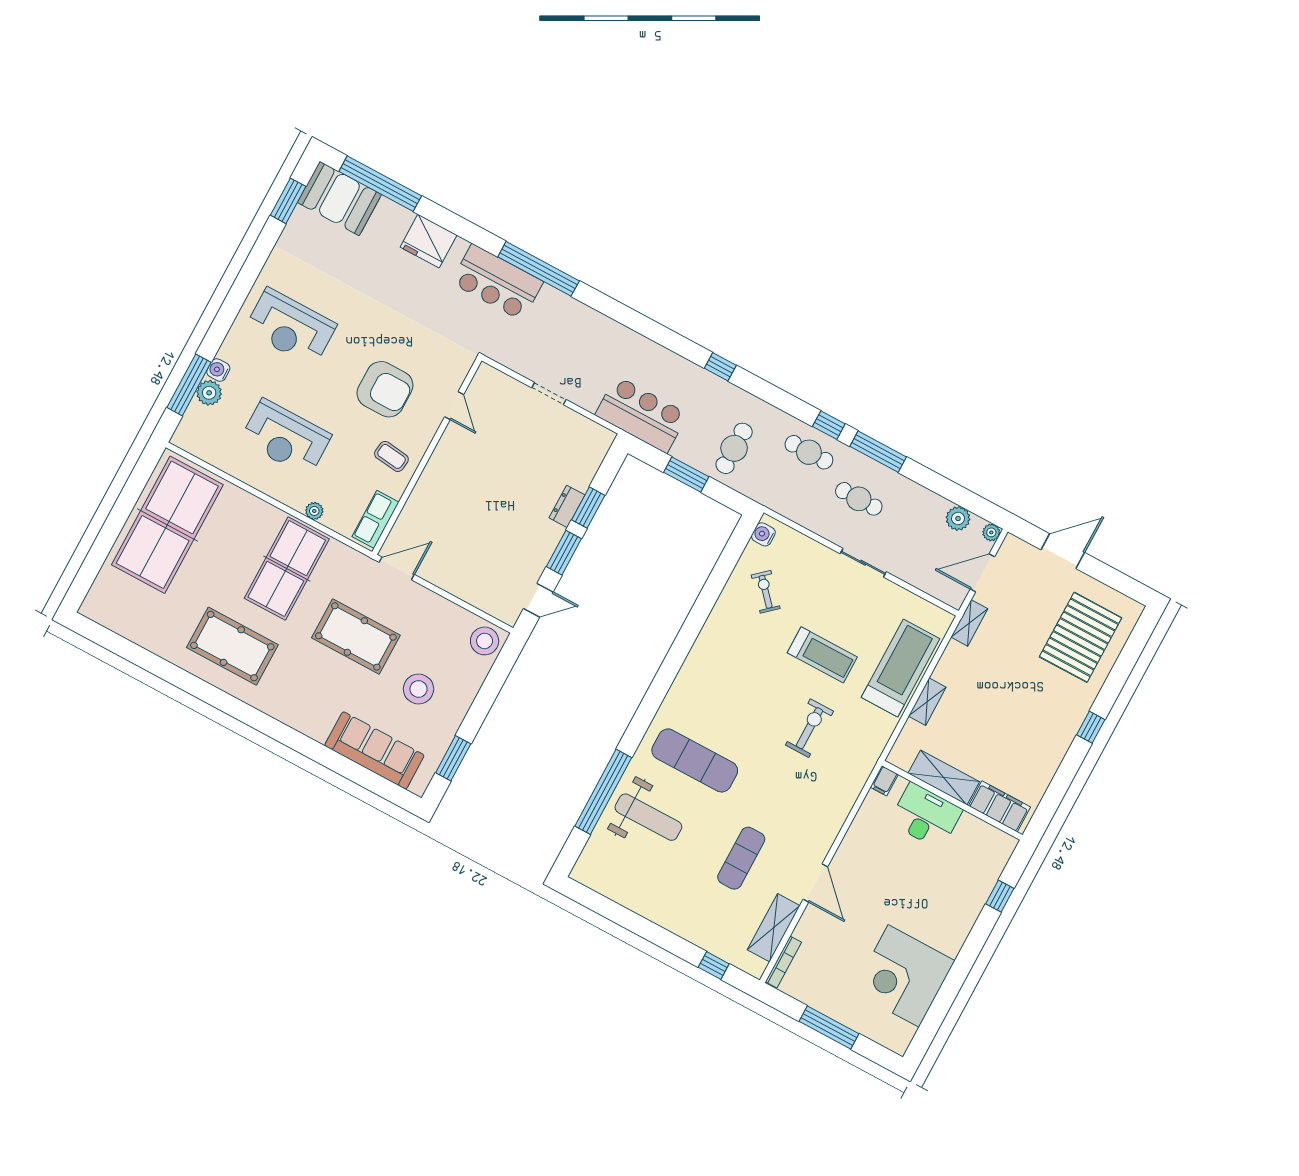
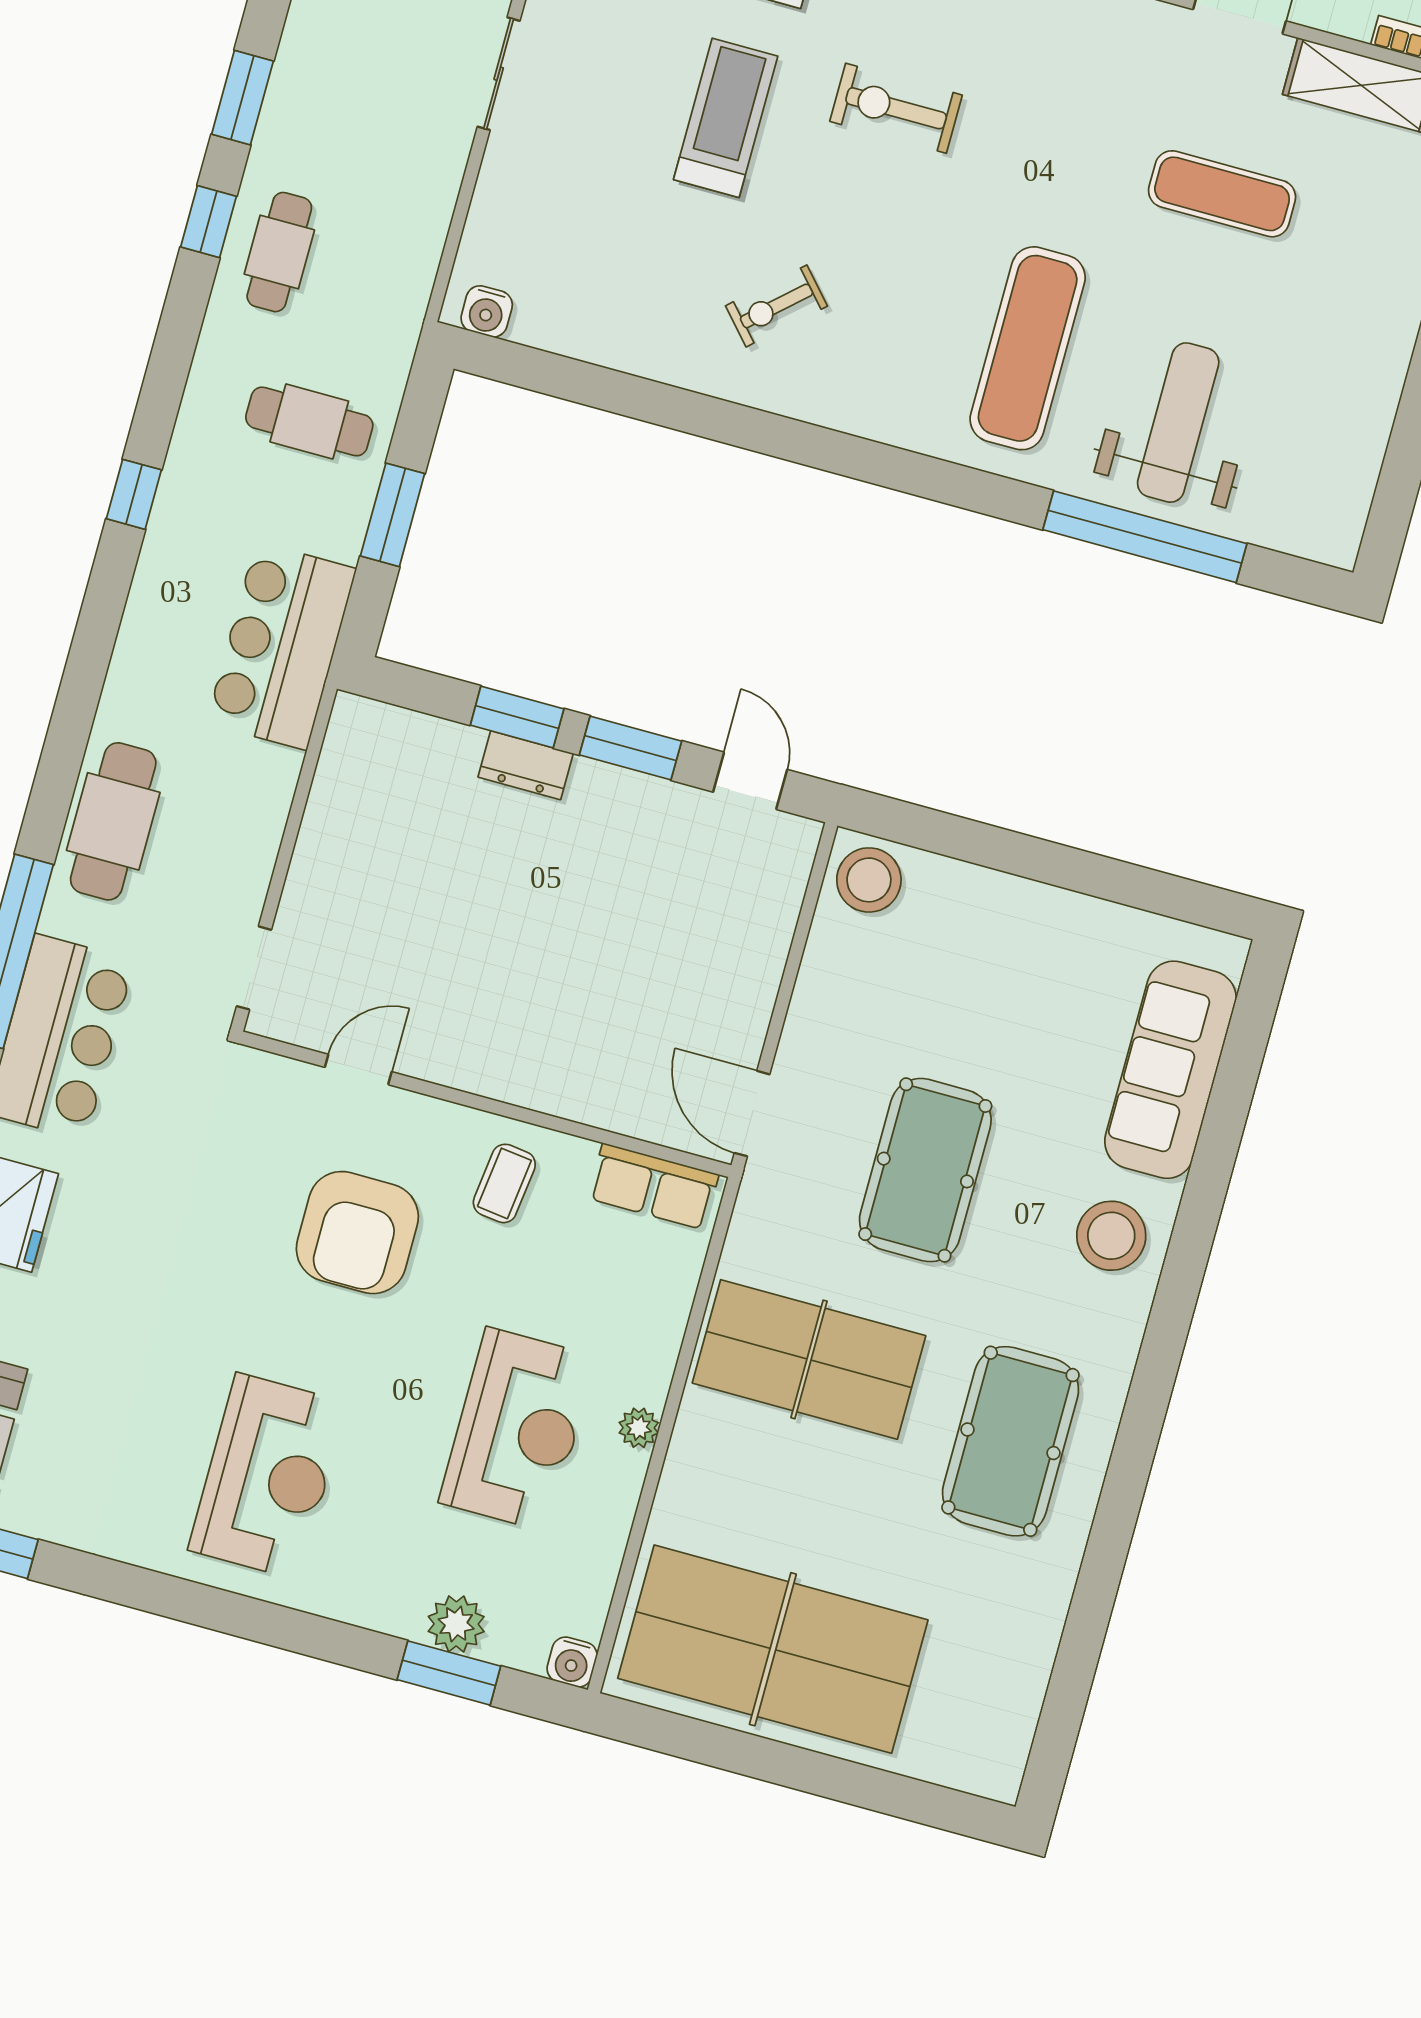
water cooler: (218, 370) -> (572, 1662), moved
window: (189, 385) -> (449, 1673), width x0.69
armchair: (385, 389) -> (357, 1233), turned 180
doorway: (549, 394) -> (254, 968), moved
window: (878, 452) -> (242, 98), width x0.69
cafe table: (859, 499) -> (113, 821), moved, width x1.37, depth x1.35
plant: (314, 511) -> (639, 1428), moved
exercise bike: (766, 592) -> (776, 306), moved
stool: (419, 689) -> (1111, 1236), moved
window: (453, 758) -> (1147, 889), removed

